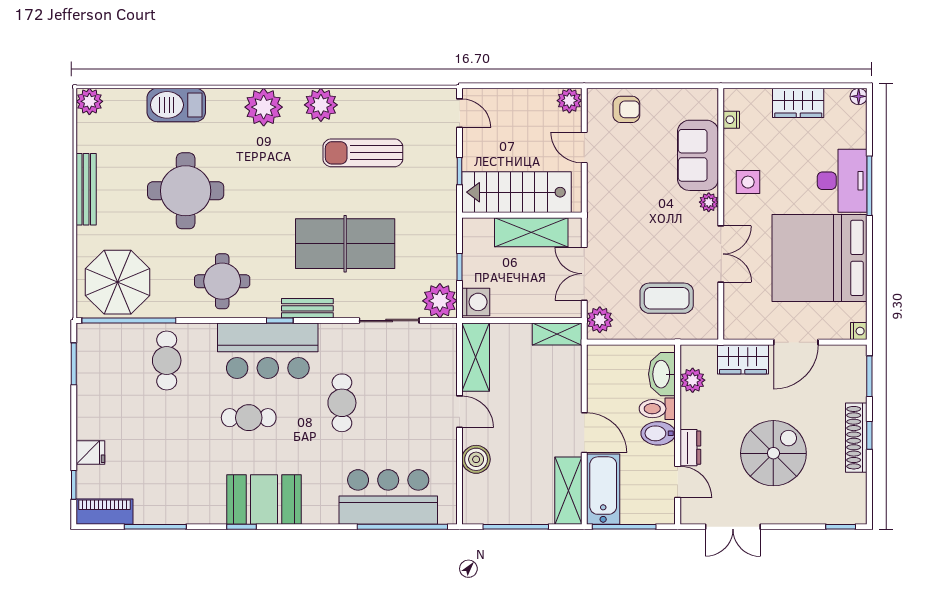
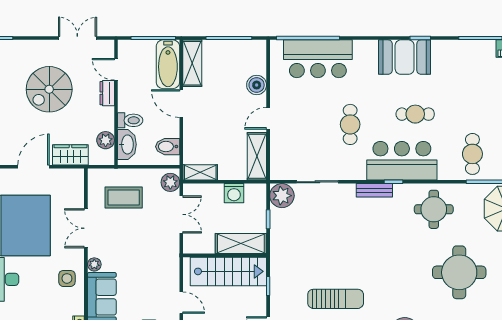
shelving: (531, 232) -> (241, 243), moved
table tennis table: (345, 244) -> (348, 235), removed
washing machine: (476, 302) -> (234, 193), moved, turned -90
door: (460, 412) -> (268, 118), hinge flipped
bidet: (658, 433) -> (168, 147), moved, turned 180

